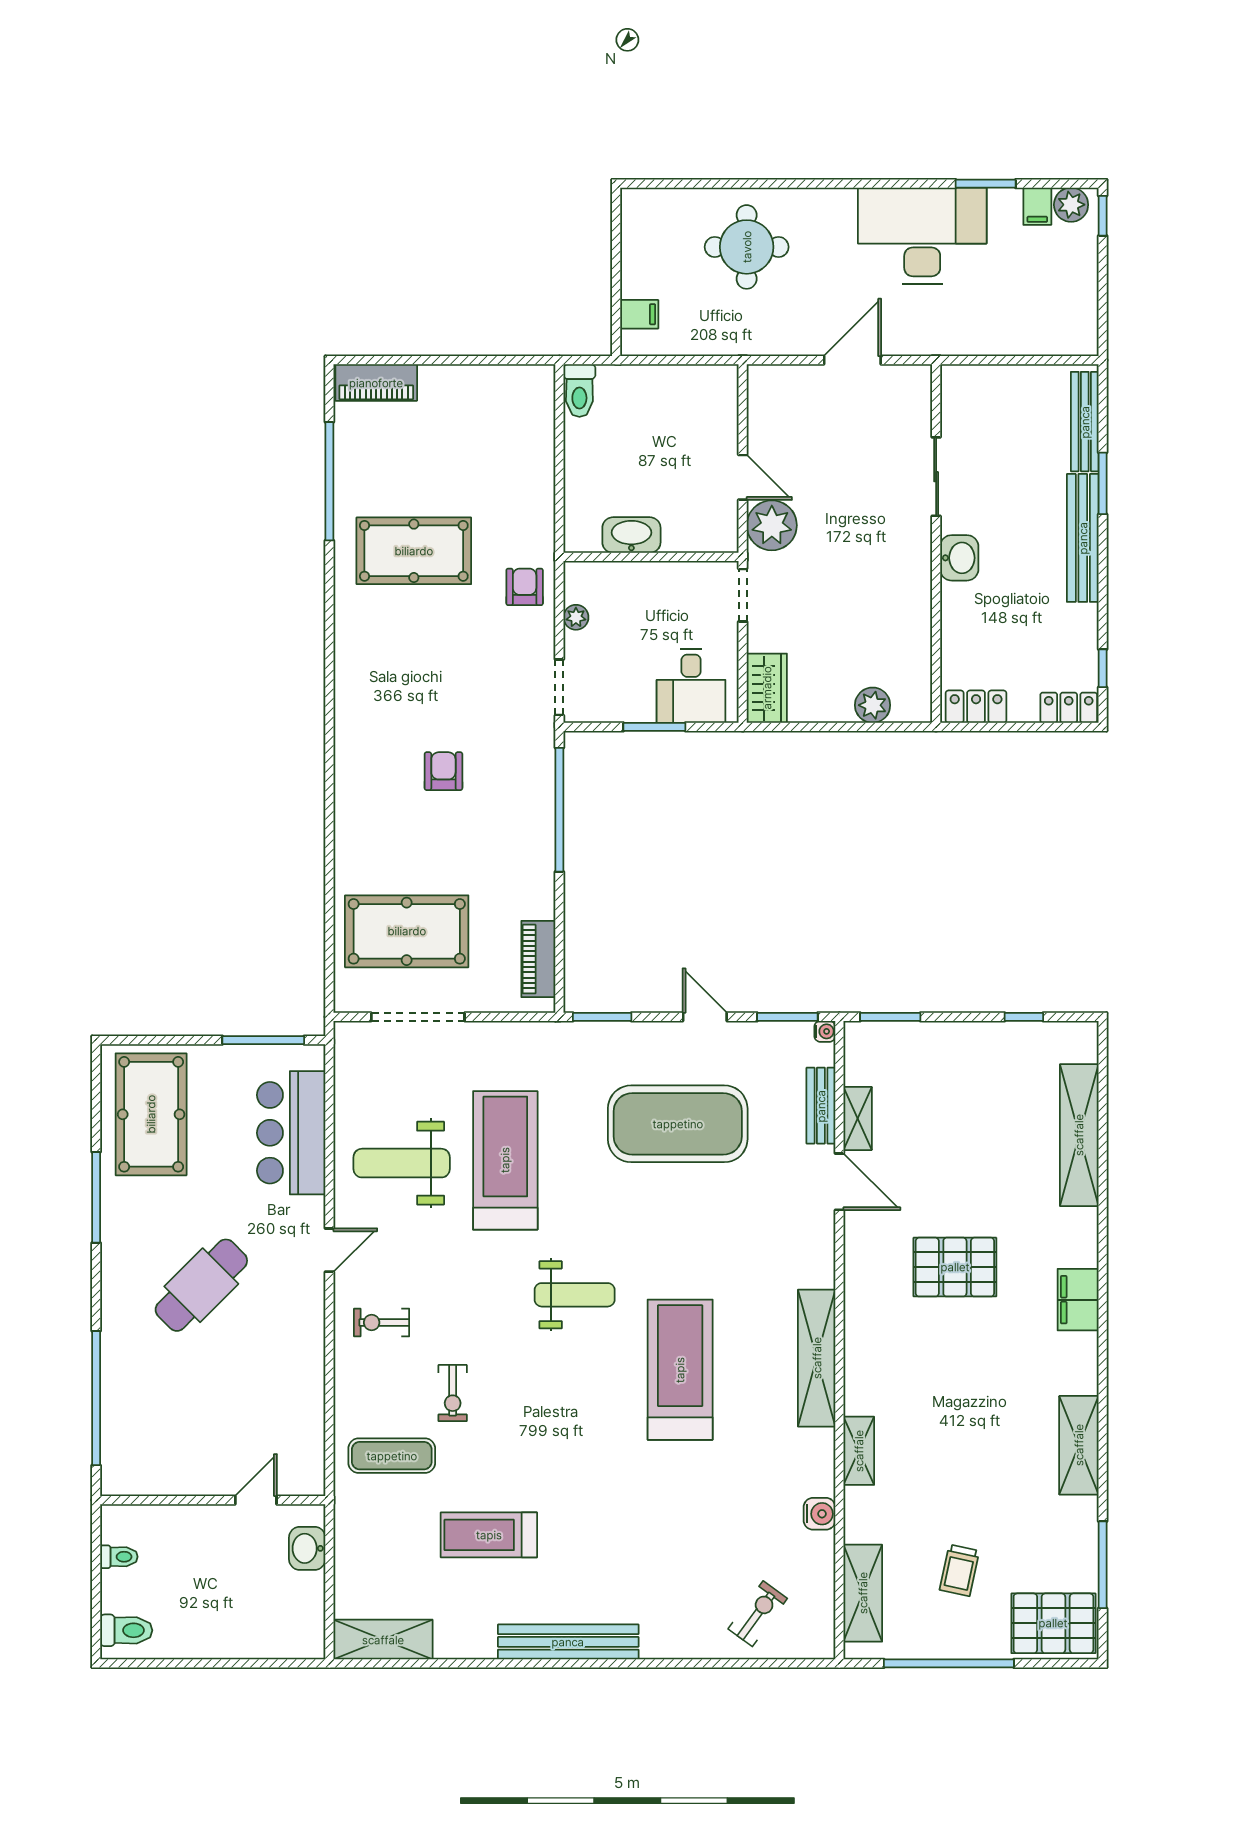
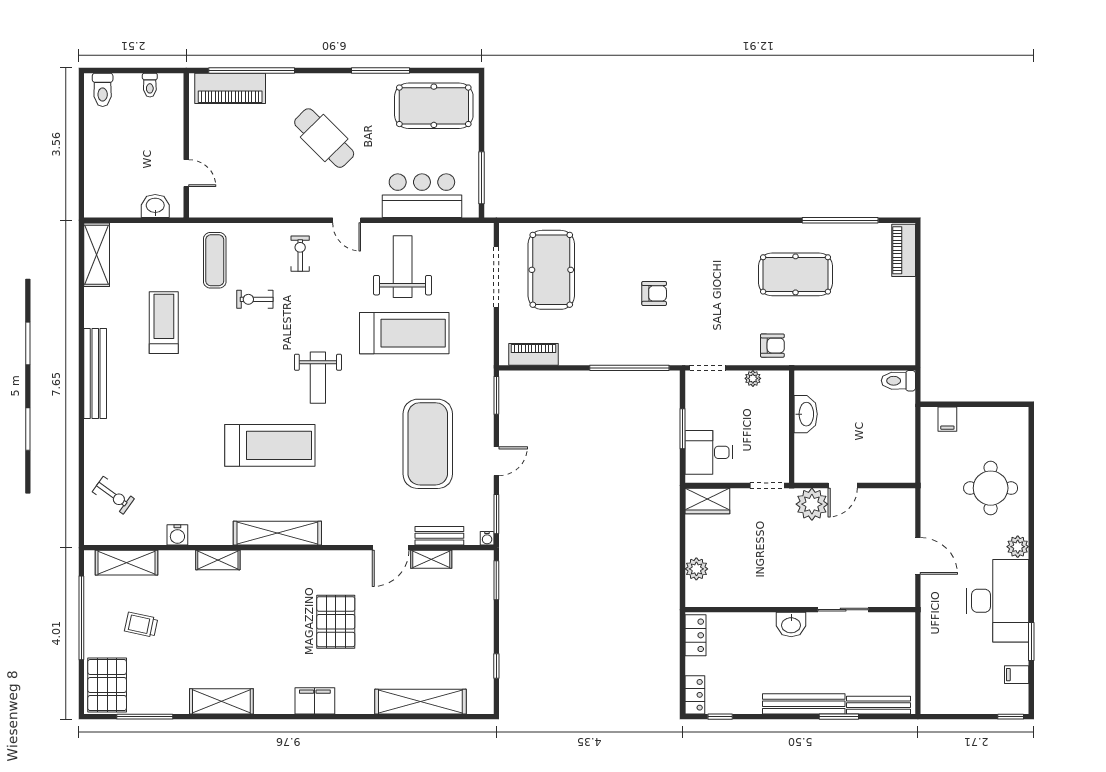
plant: (1071, 205) -> (1018, 547), moved
pool table: (414, 551) -> (796, 274), turned 90
piano: (124, 1432) -> (230, 88), added

